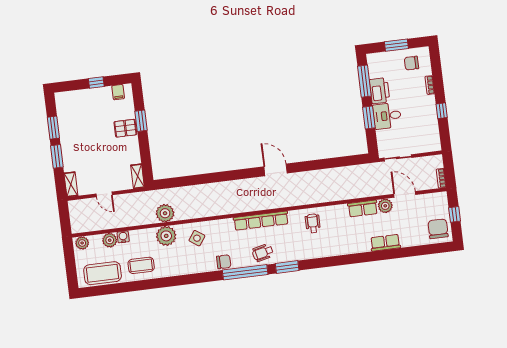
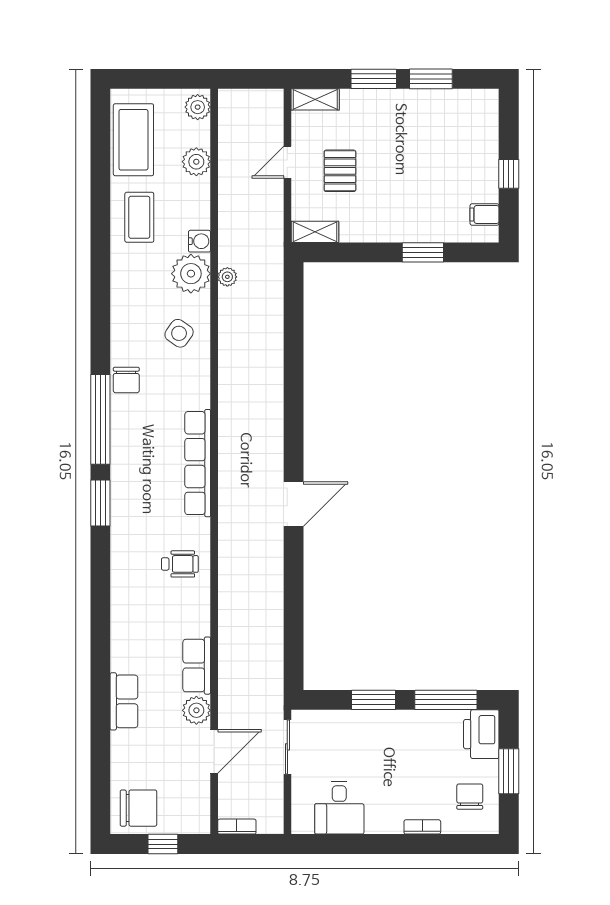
printer: (380, 91) -> (481, 734), moved, turned 90
window: (442, 111) -> (369, 844), removed
desk: (387, 116) -> (339, 808), moved, turned 180
pallet: (125, 128) -> (340, 171), moved
plant: (165, 213) -> (227, 277), width x0.53, depth x0.53
water cooler: (123, 237) -> (199, 241), moved
wheelchair: (263, 253) -> (135, 459), removed

